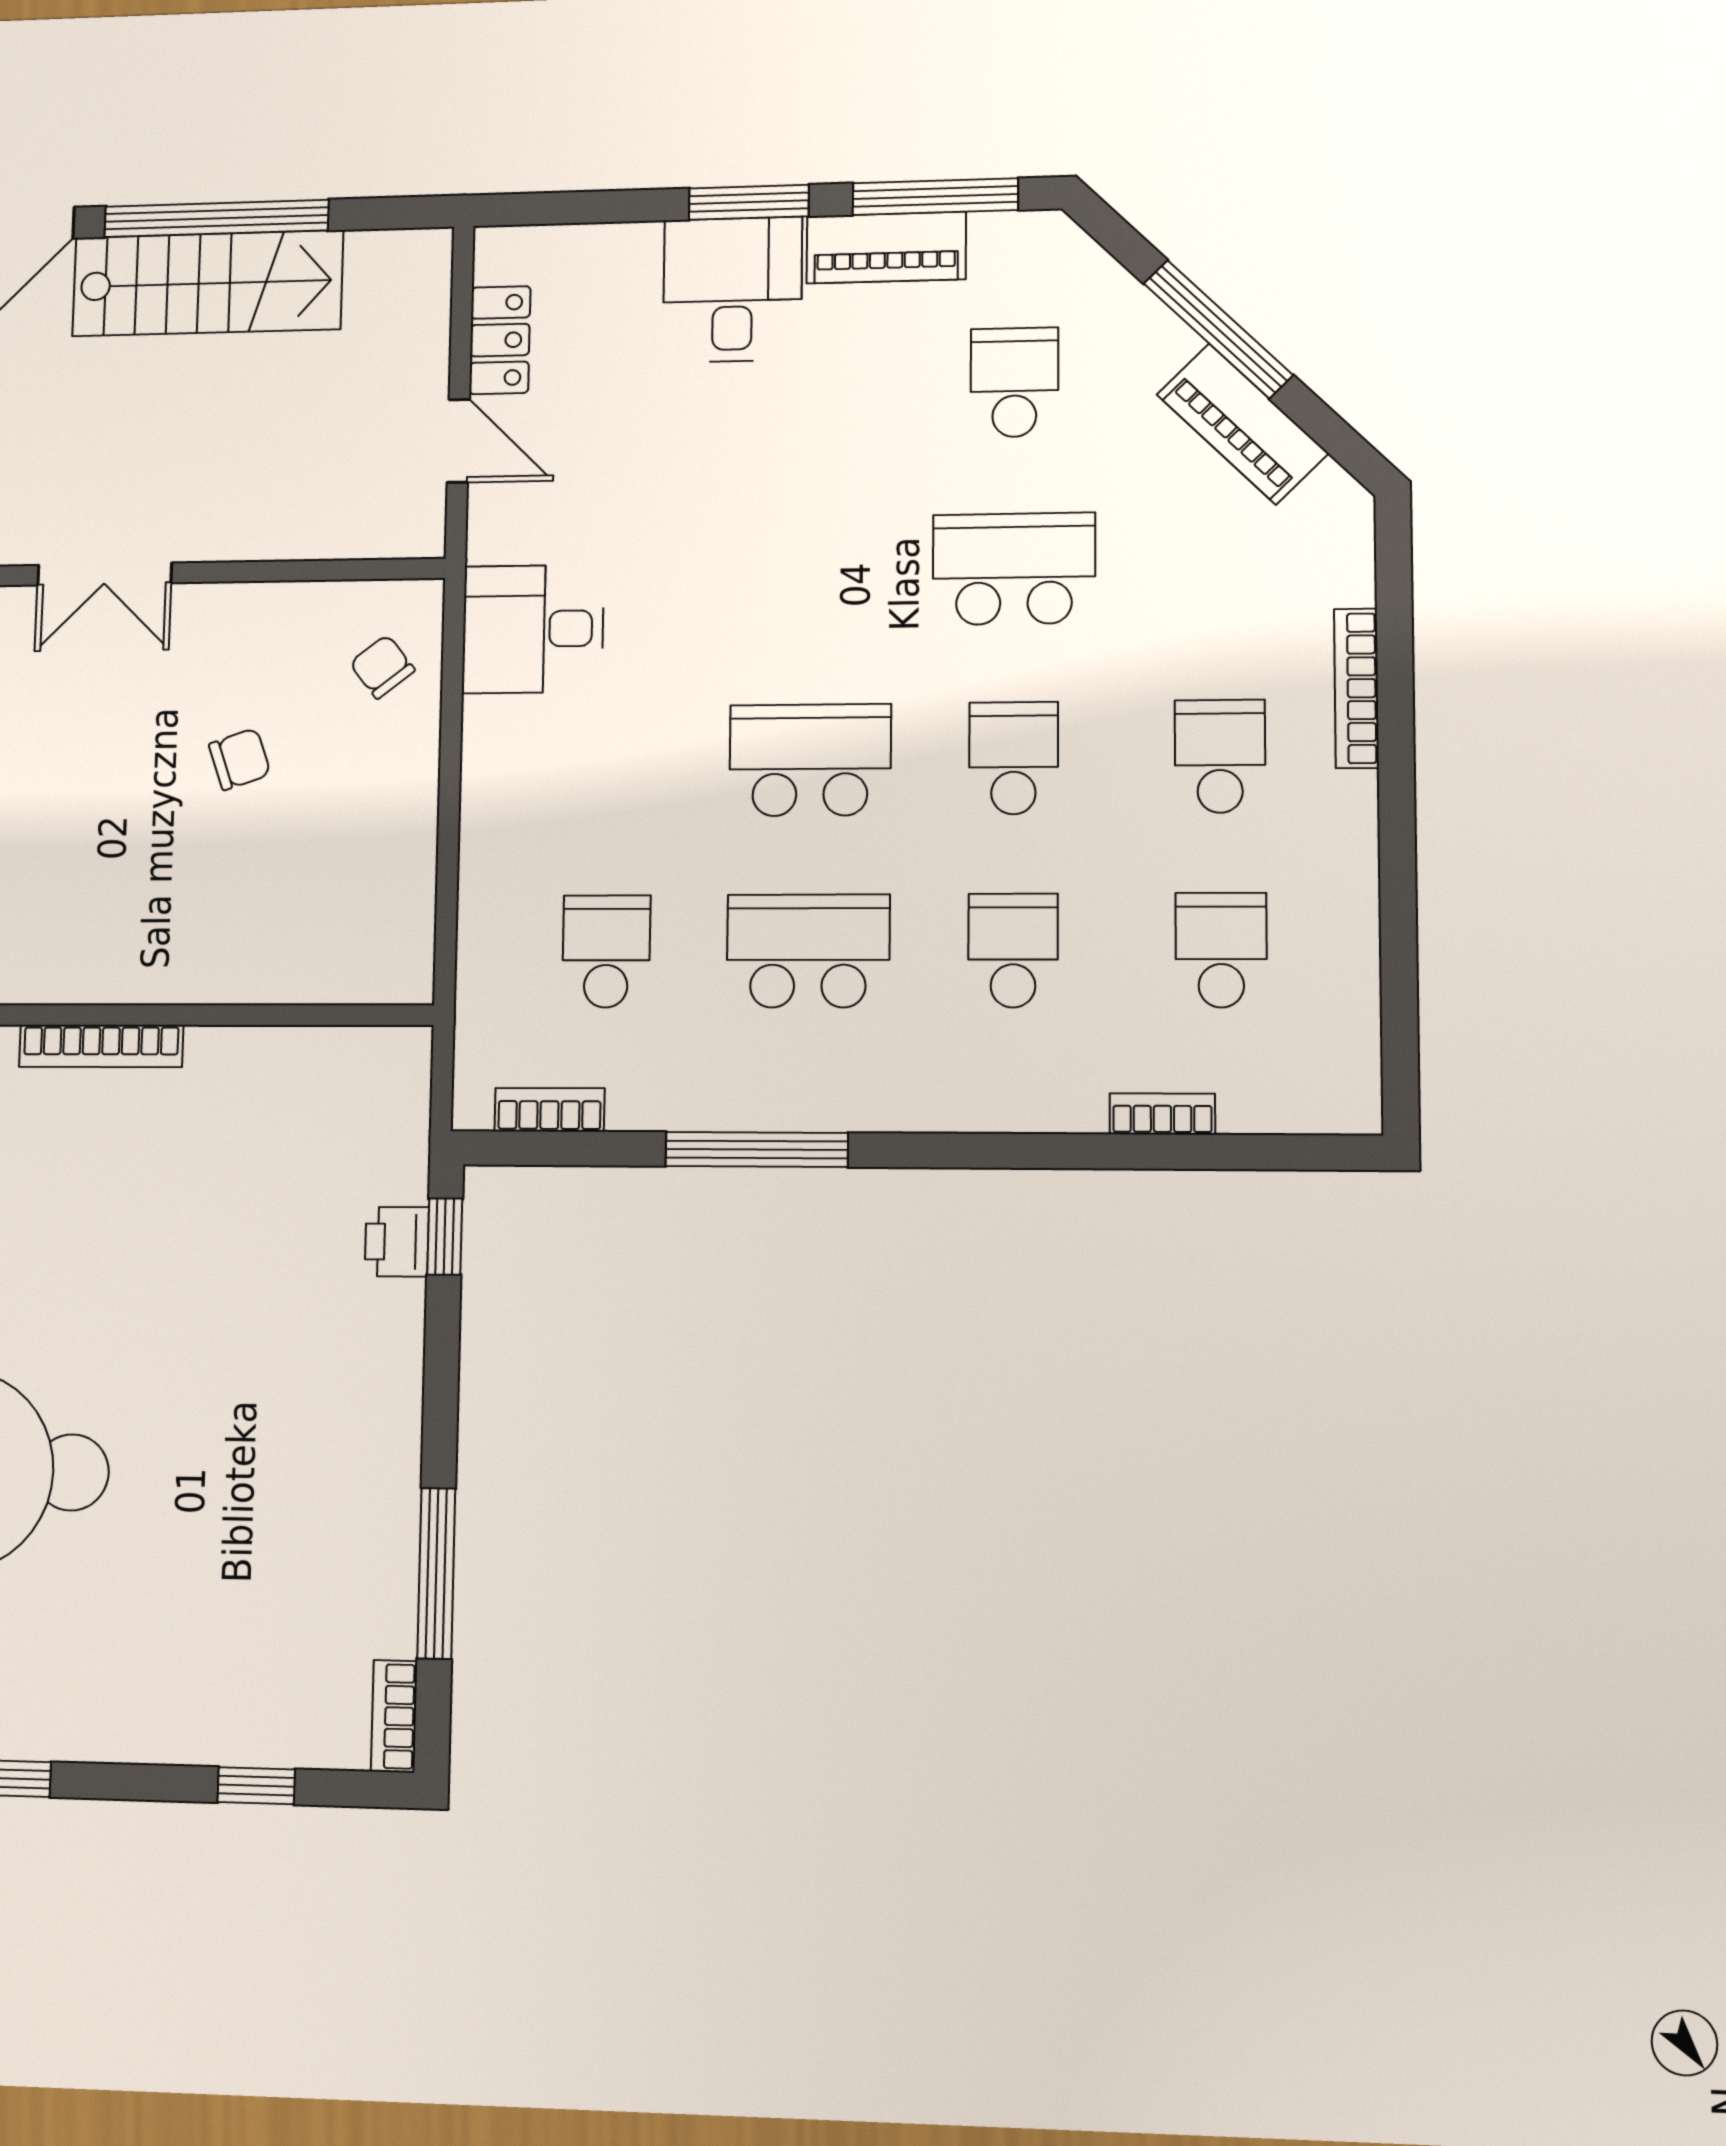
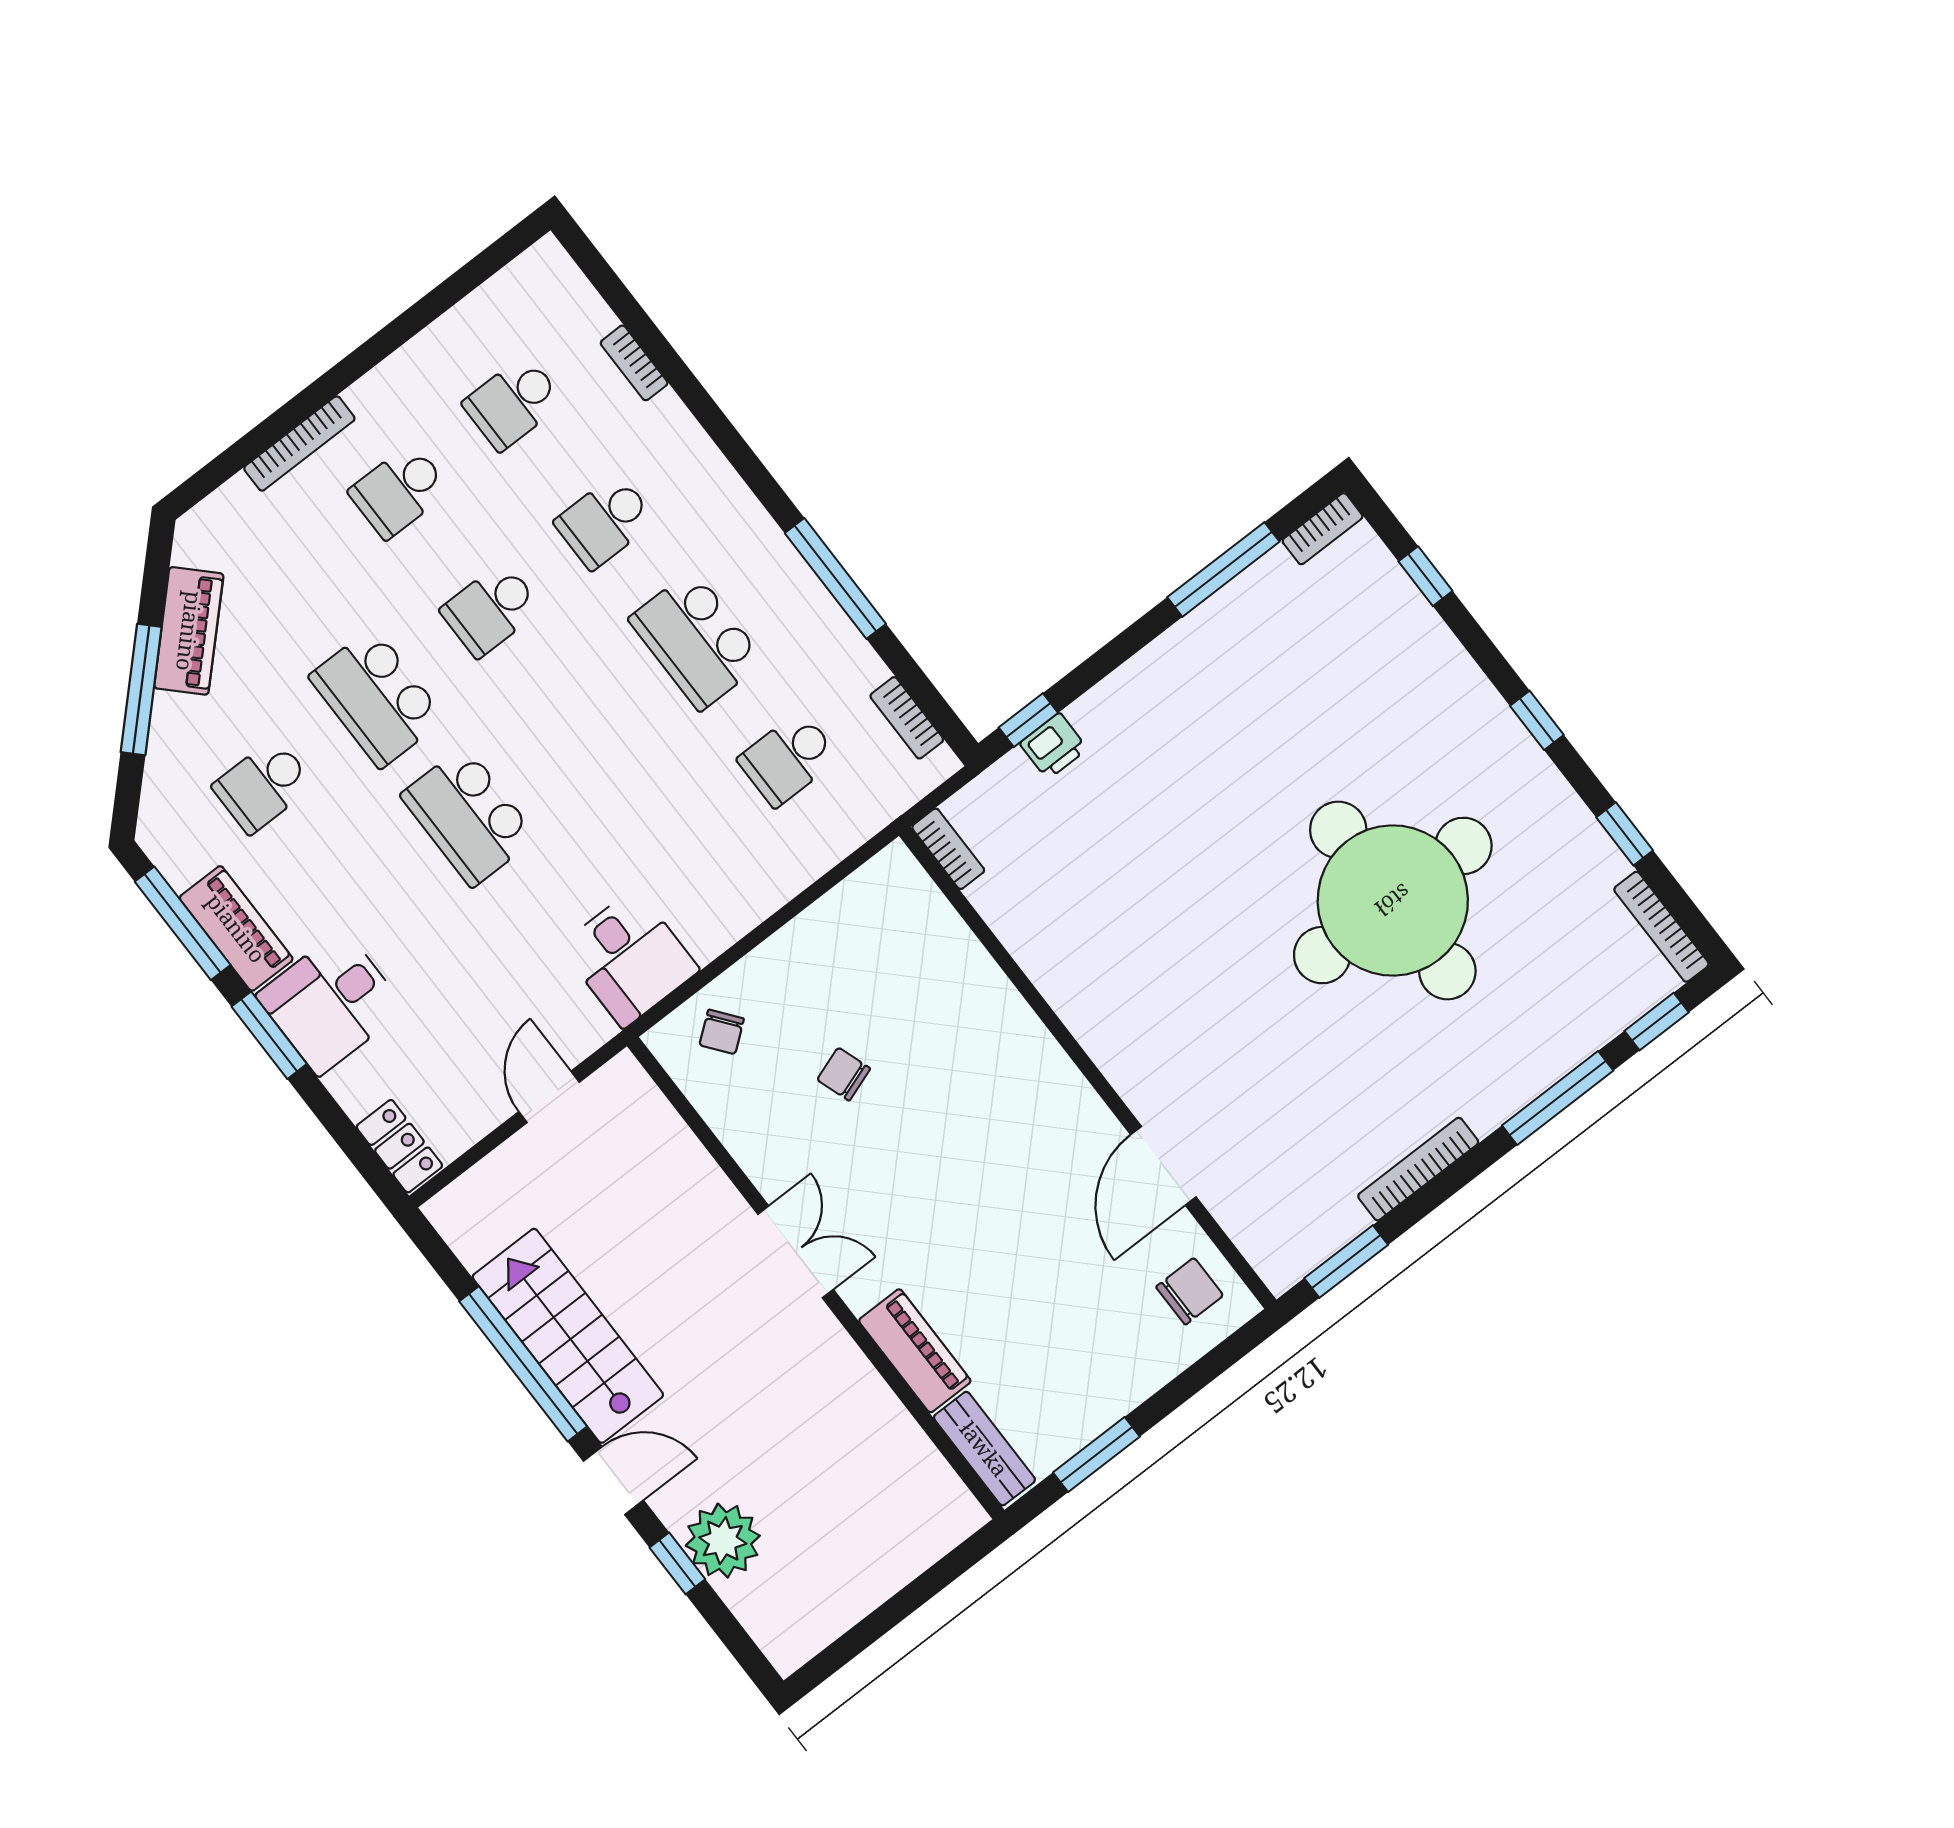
locker: (500, 340) -> (399, 1146), moved, turned 90
school desk: (810, 760) -> (469, 816), moved
bookcase: (101, 1046) -> (948, 849), moved, width x0.64

